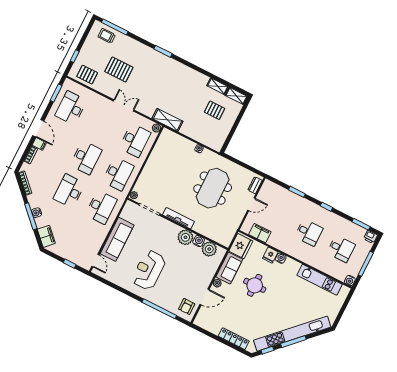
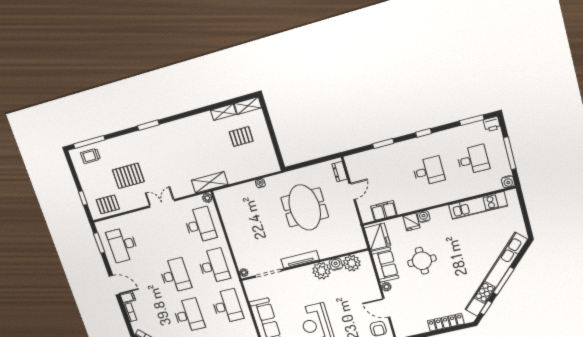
desk: (69, 191) -> (189, 315), turned 180
door: (204, 297) -> (386, 308), swing flipped

